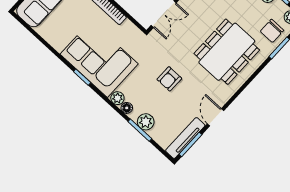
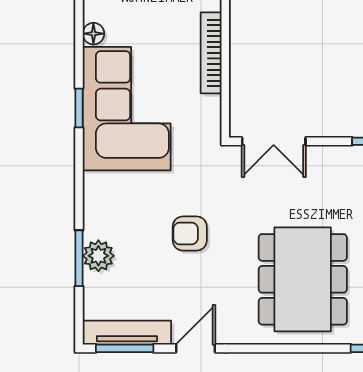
dining table: (227, 52) -> (303, 279), turned 90
plant: (117, 98) -> (95, 185), removed
floor lamp: (127, 108) -> (93, 34), moved

